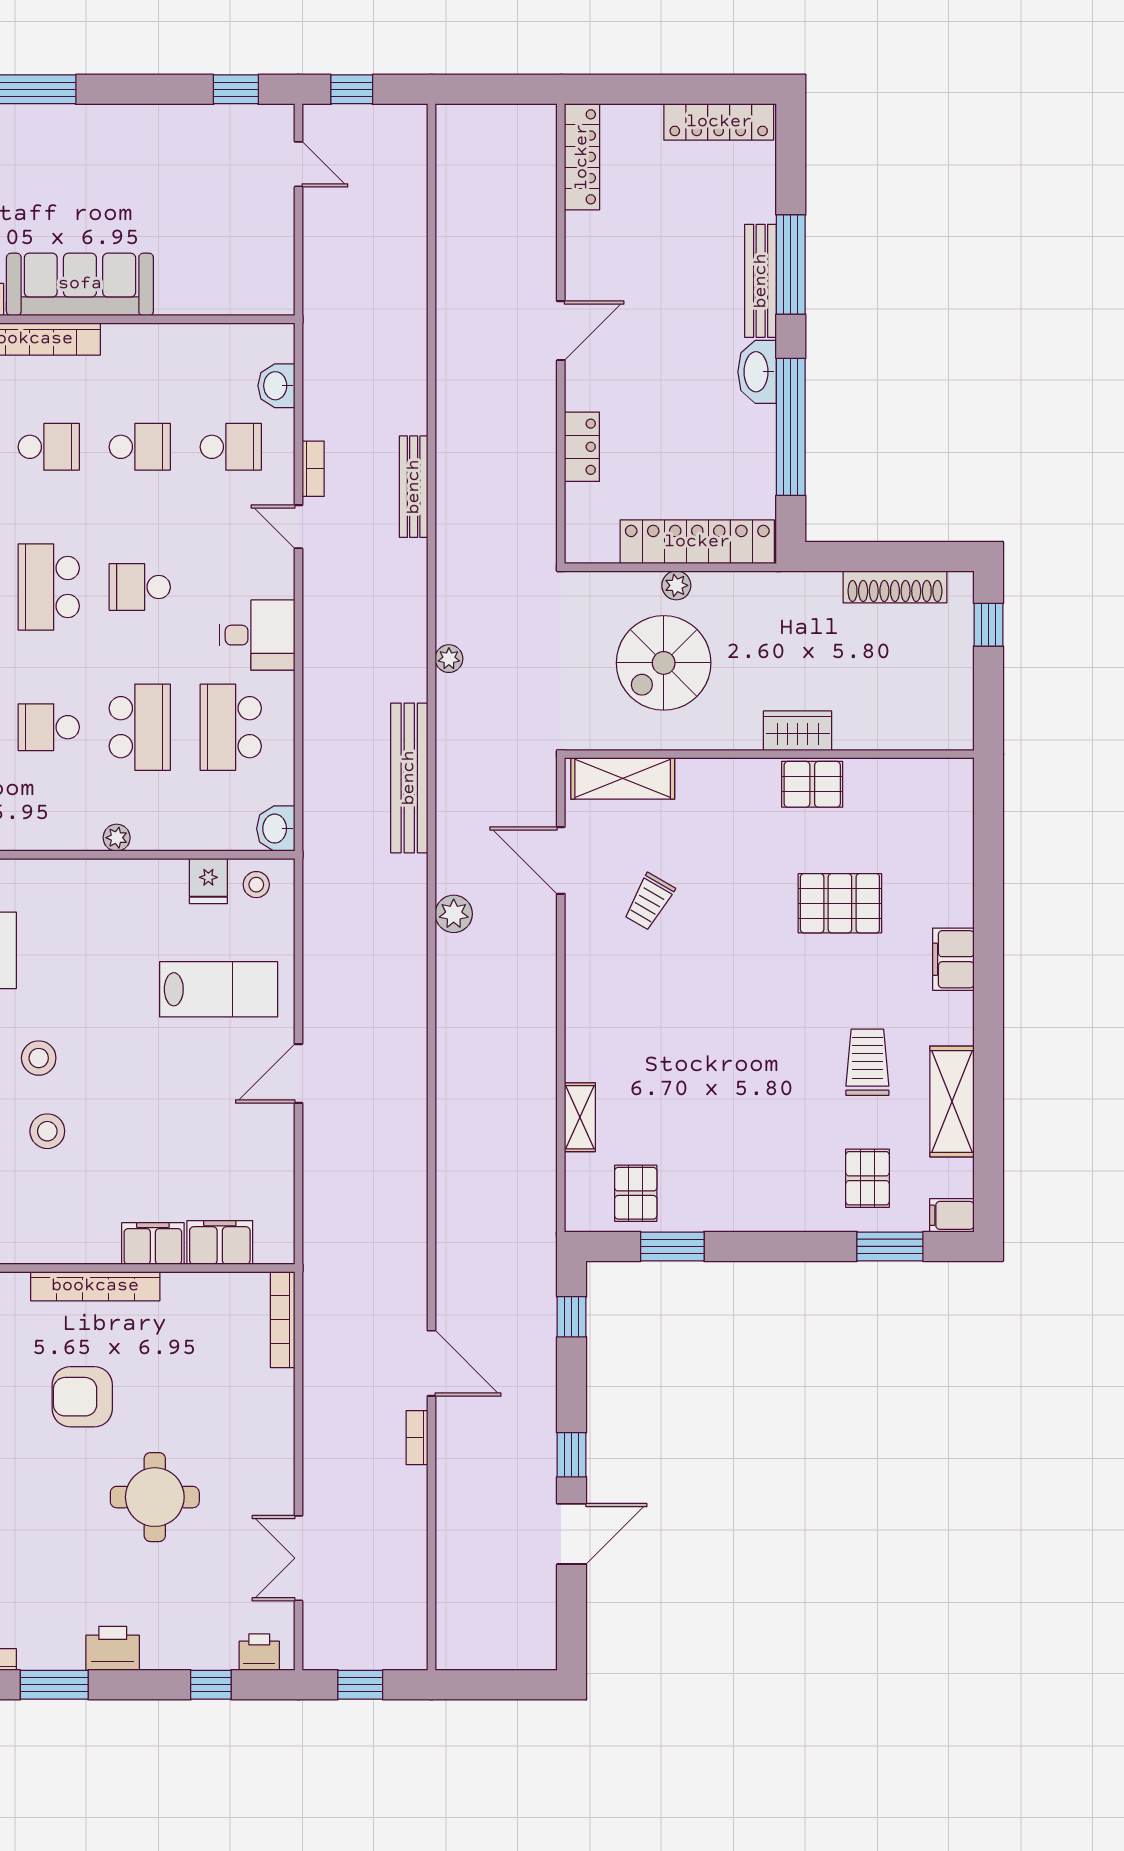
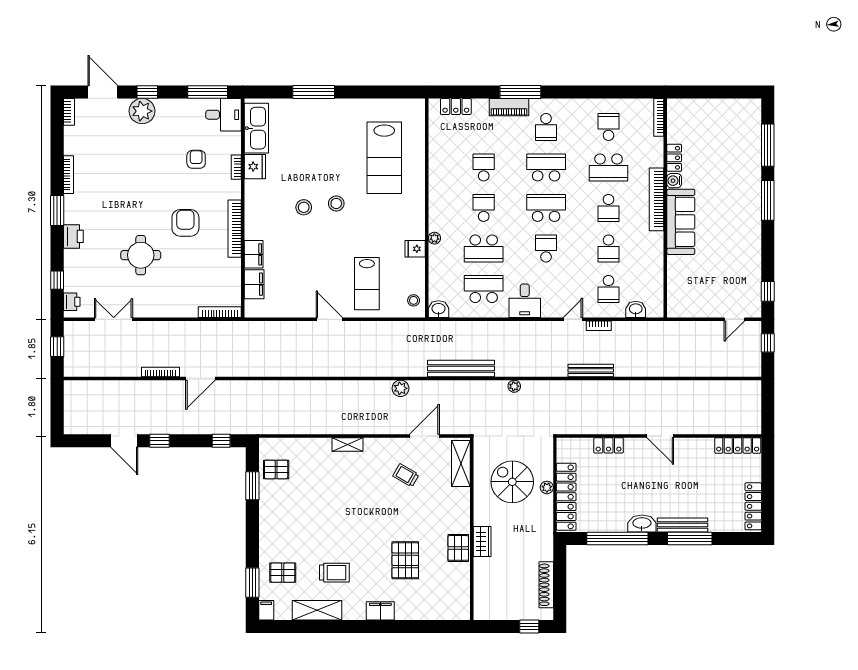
fridge: (208, 881) -> (415, 249), moved
shelving: (580, 1117) -> (348, 445), moved
bookcase: (417, 1438) -> (160, 372), width x1.56

